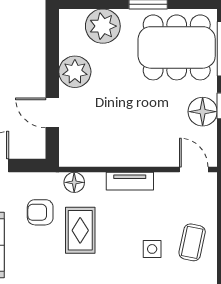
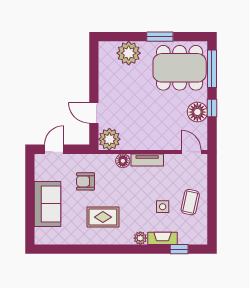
plant: (75, 72) -> (109, 139), moved
floor lamp: (74, 182) -> (123, 161), moved
rug: (80, 230) -> (103, 217), moved, turned 90

